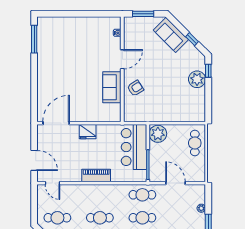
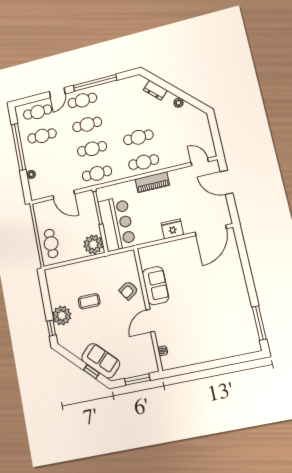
window: (192, 39) -> (91, 372), moved
coffee table: (171, 86) -> (89, 301), added
cafe table: (57, 218) -> (144, 162), moved

